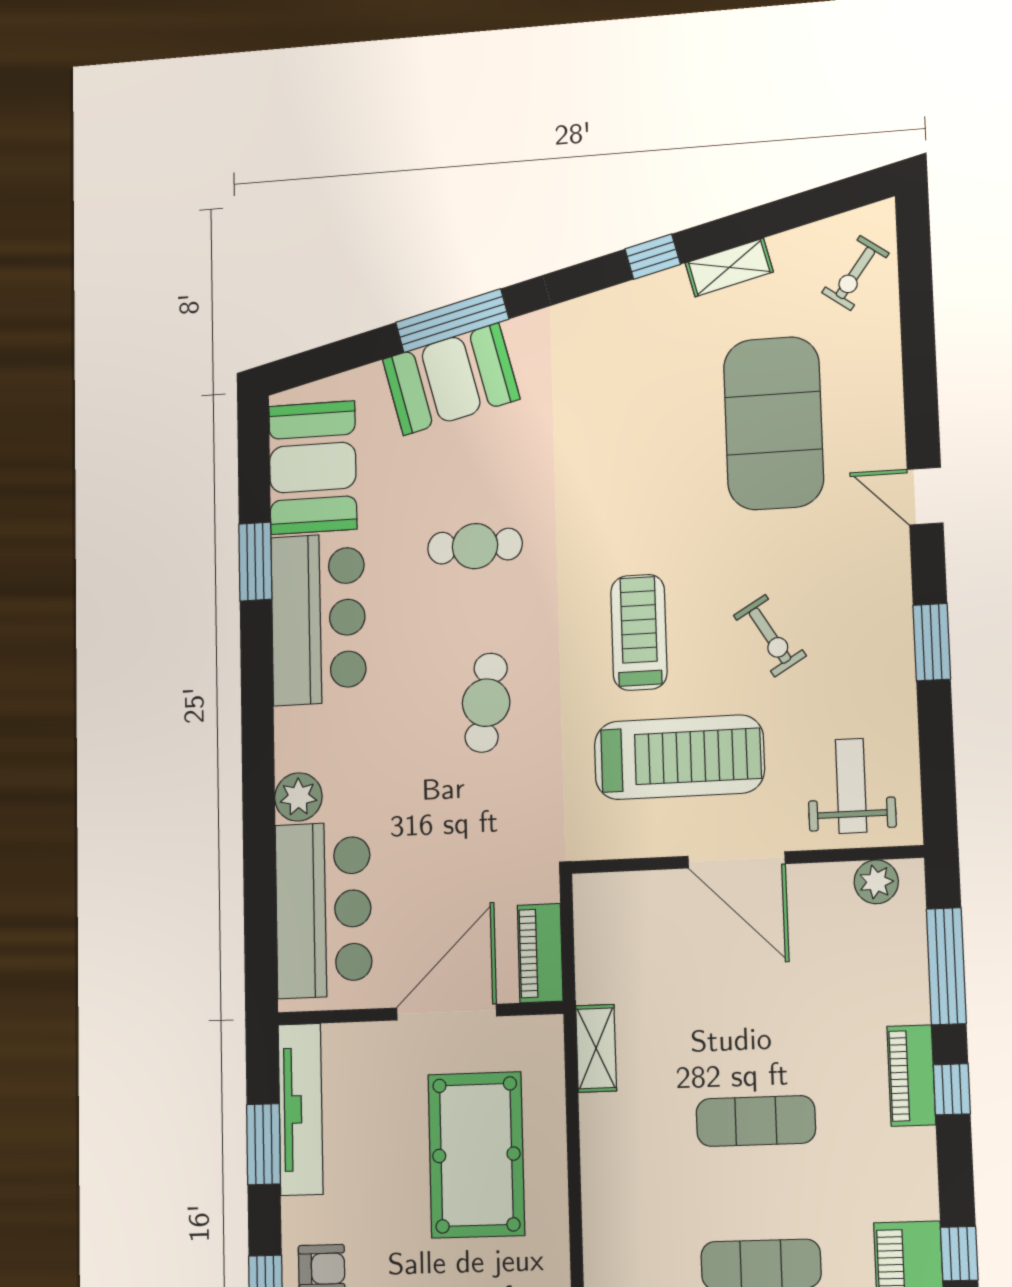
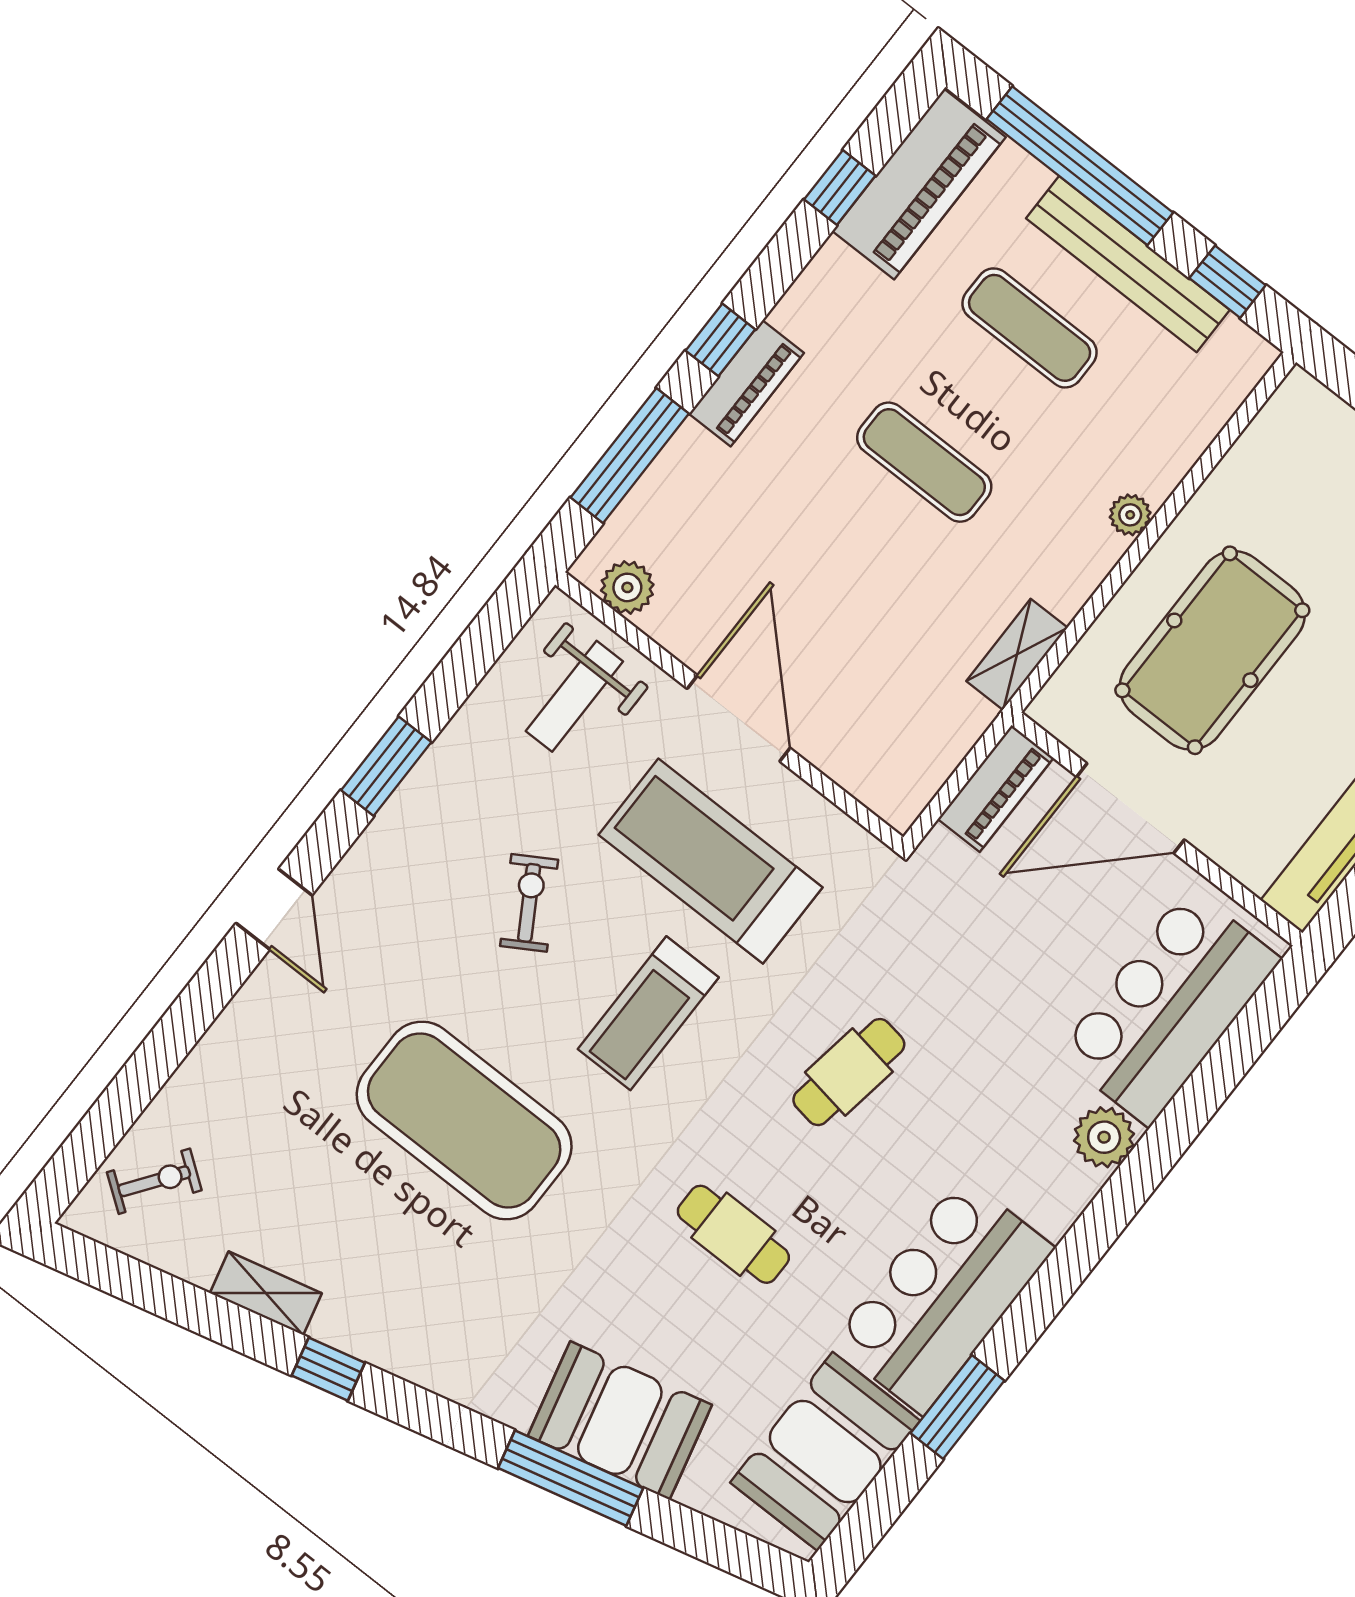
exercise mat: (774, 423) -> (464, 1120), moved, turned 90
plant: (598, 1197) -> (1130, 515), added

